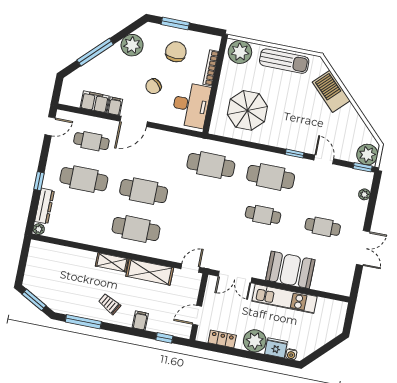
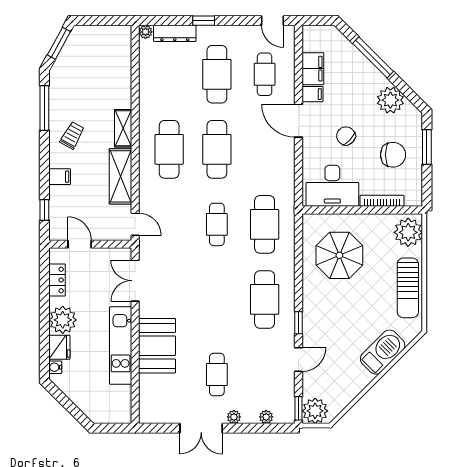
cafe table: (263, 215) -> (217, 224), moved
plant: (359, 220) -> (234, 417), added

